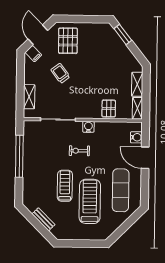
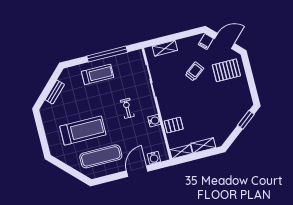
water cooler: (88, 127) -> (154, 121), moved
treadmill: (65, 186) -> (98, 74), moved

